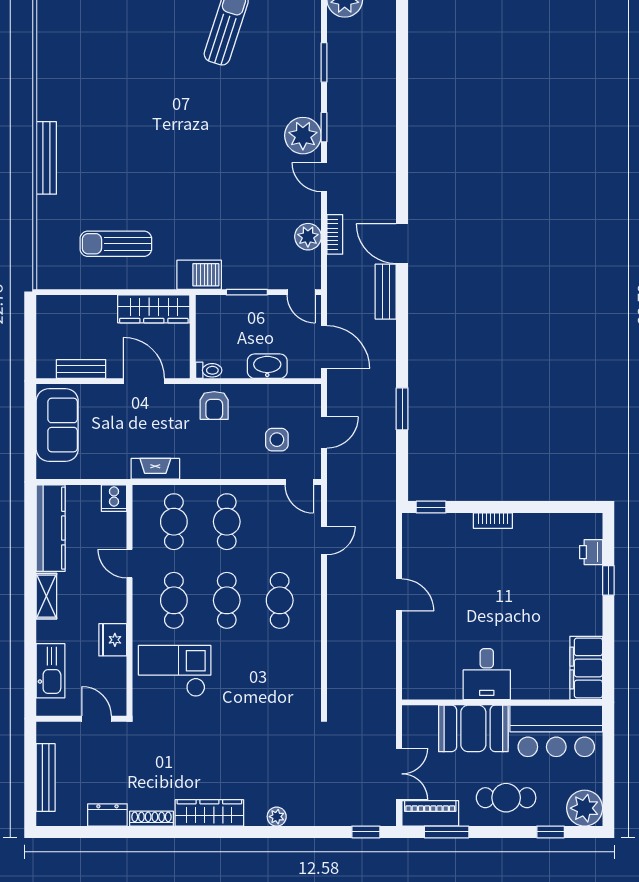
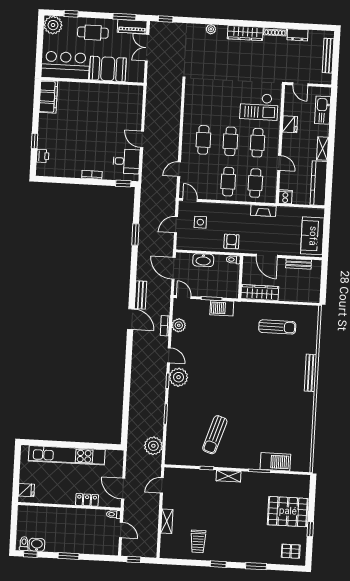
barbecue: (199, 275) -> (222, 308), moved
desk: (487, 674) -> (126, 161), moved, turned 90

